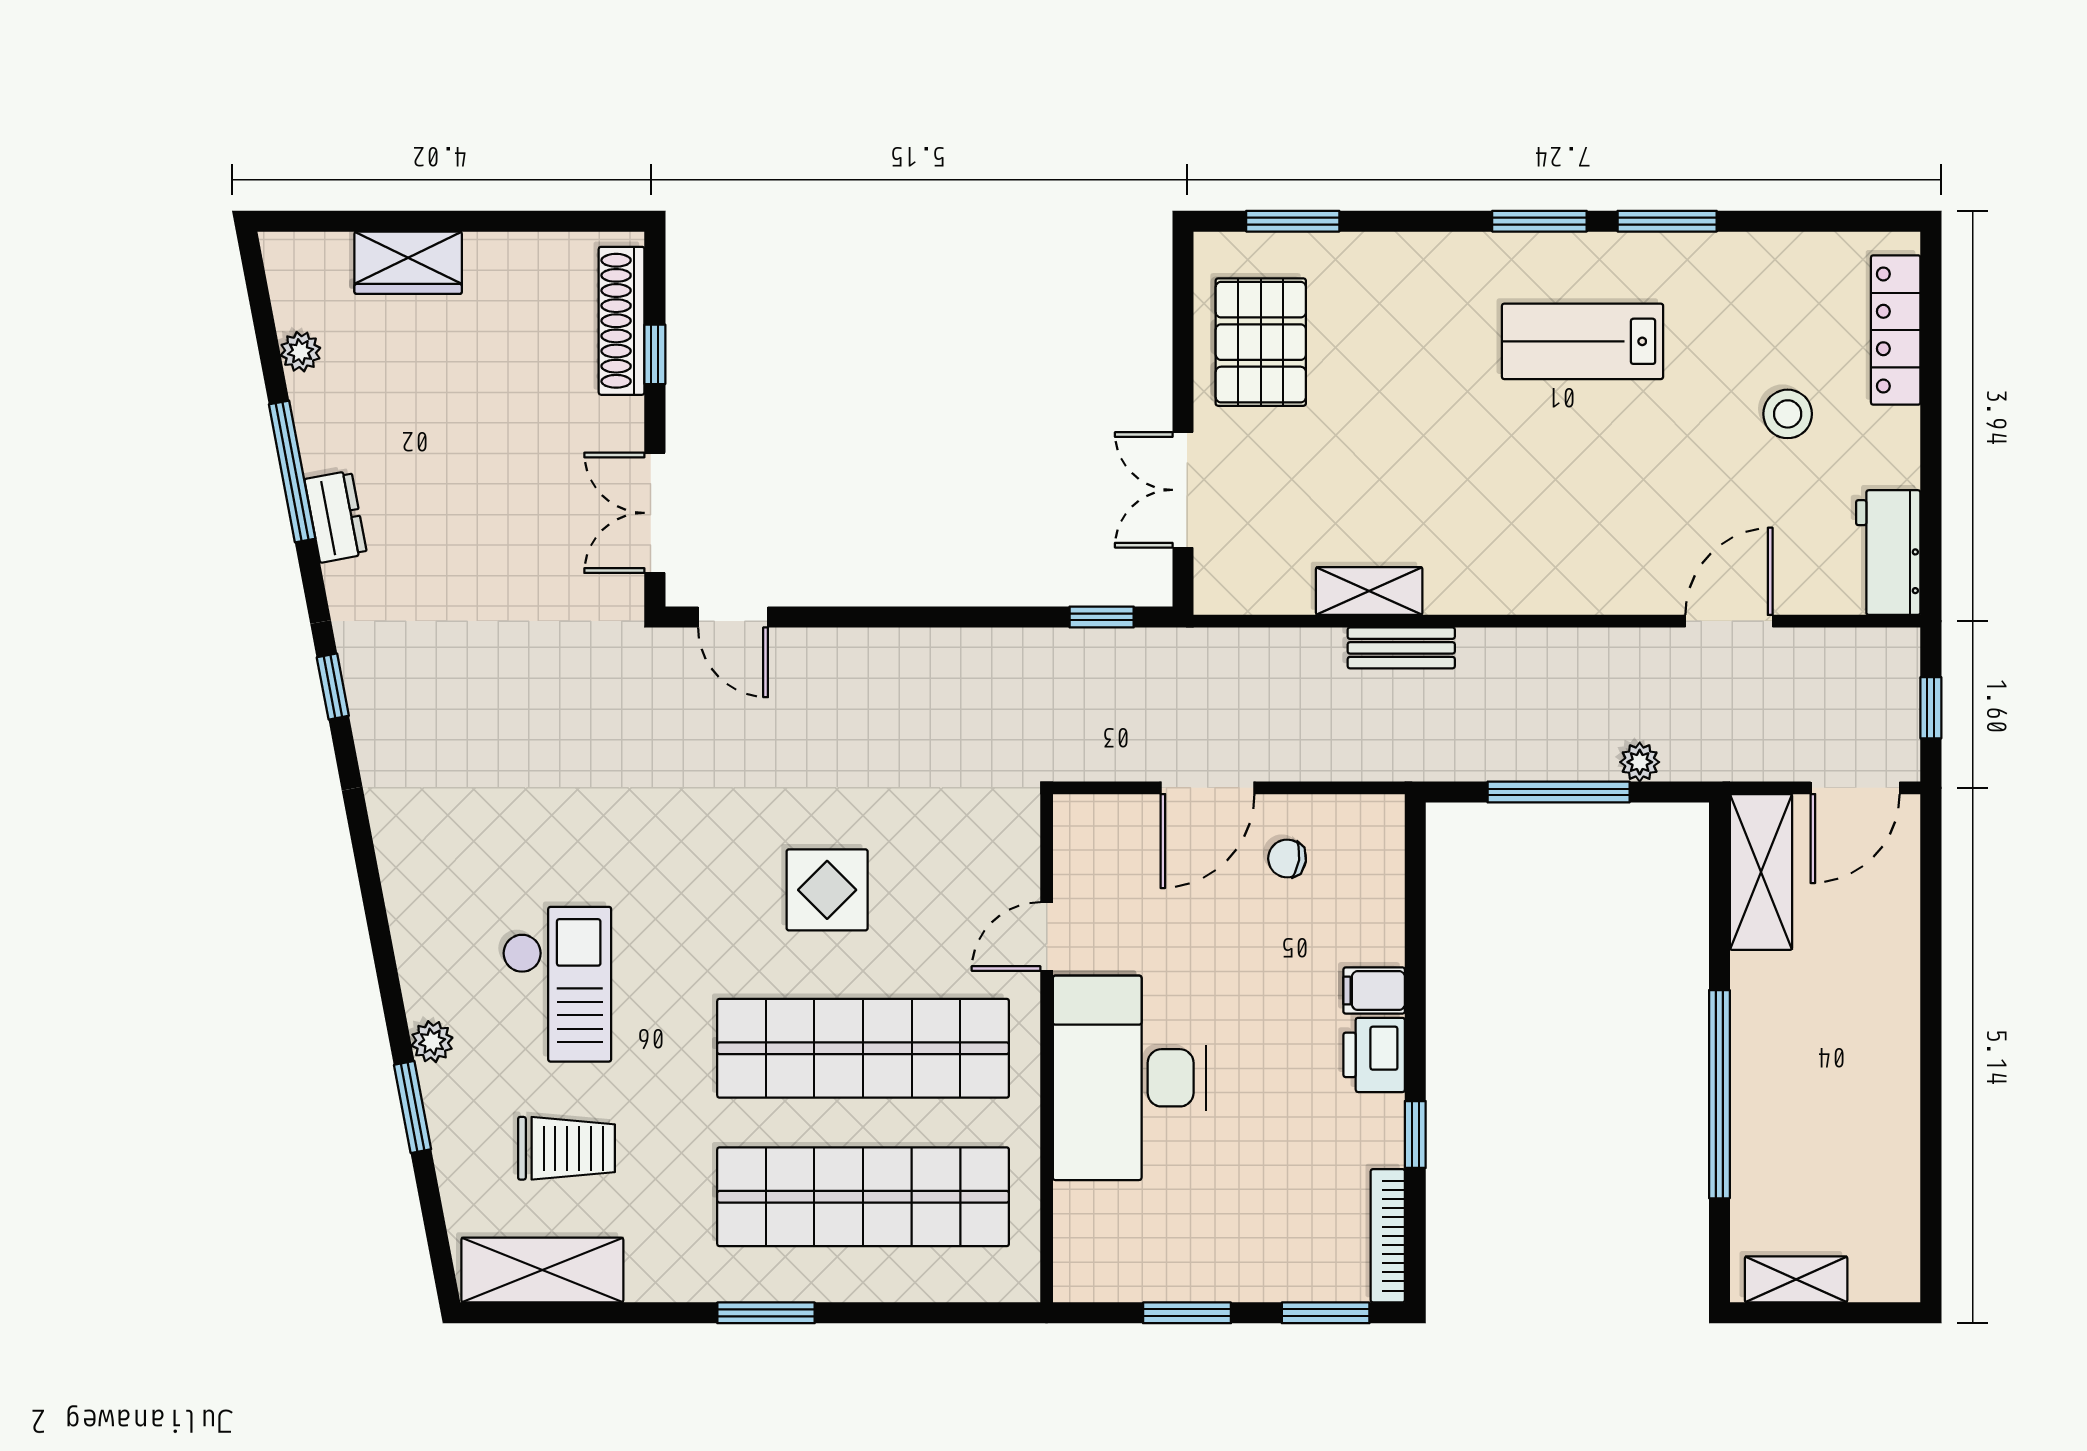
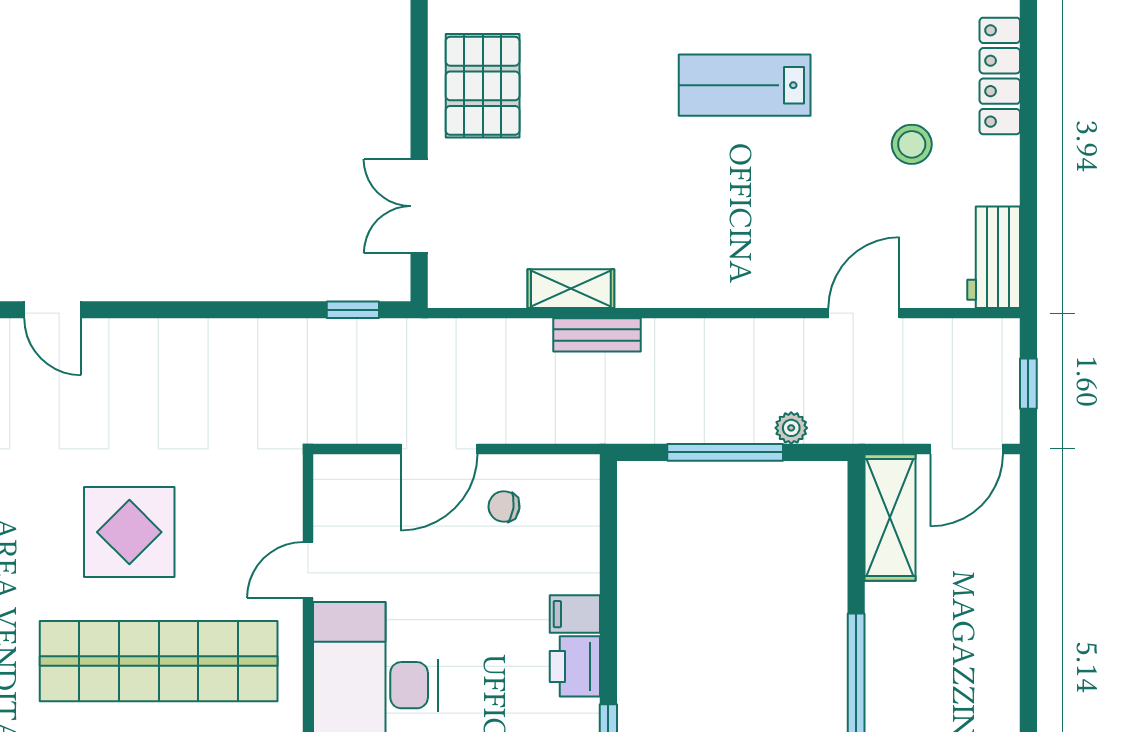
display table: (827, 890) -> (129, 532), width x1.36, depth x1.36

